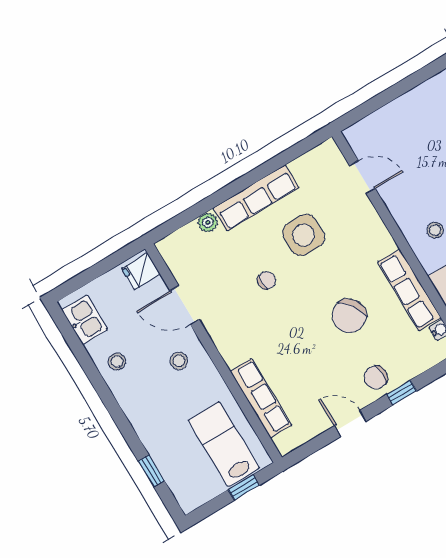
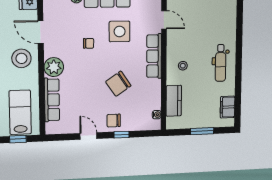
row of seats: (409, 290) -> (154, 56), moved
plant: (235, 347) -> (54, 67), added
stool: (179, 361) -> (21, 58), width x1.89, depth x1.89

